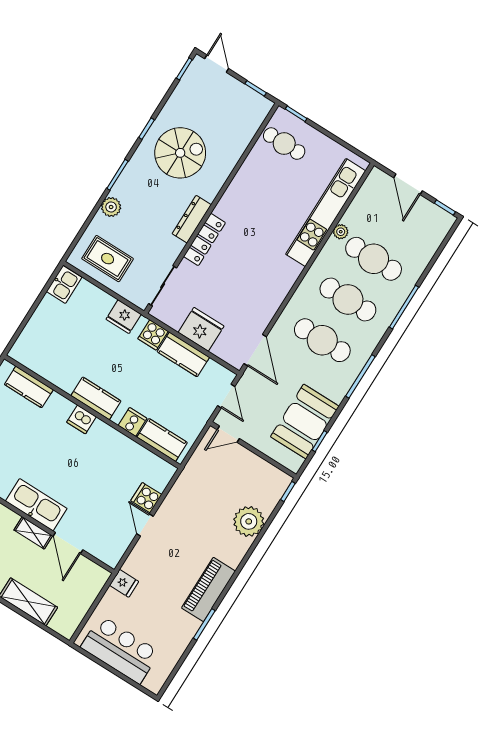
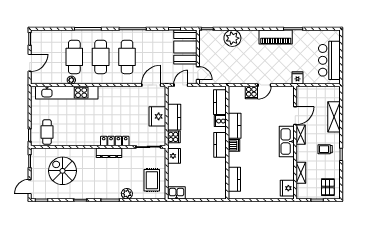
spiral stairs: (180, 153) -> (63, 171), moved
booth: (305, 421) -> (185, 47), moved, turned 90
kitchen counter: (111, 439) -> (235, 126), added

